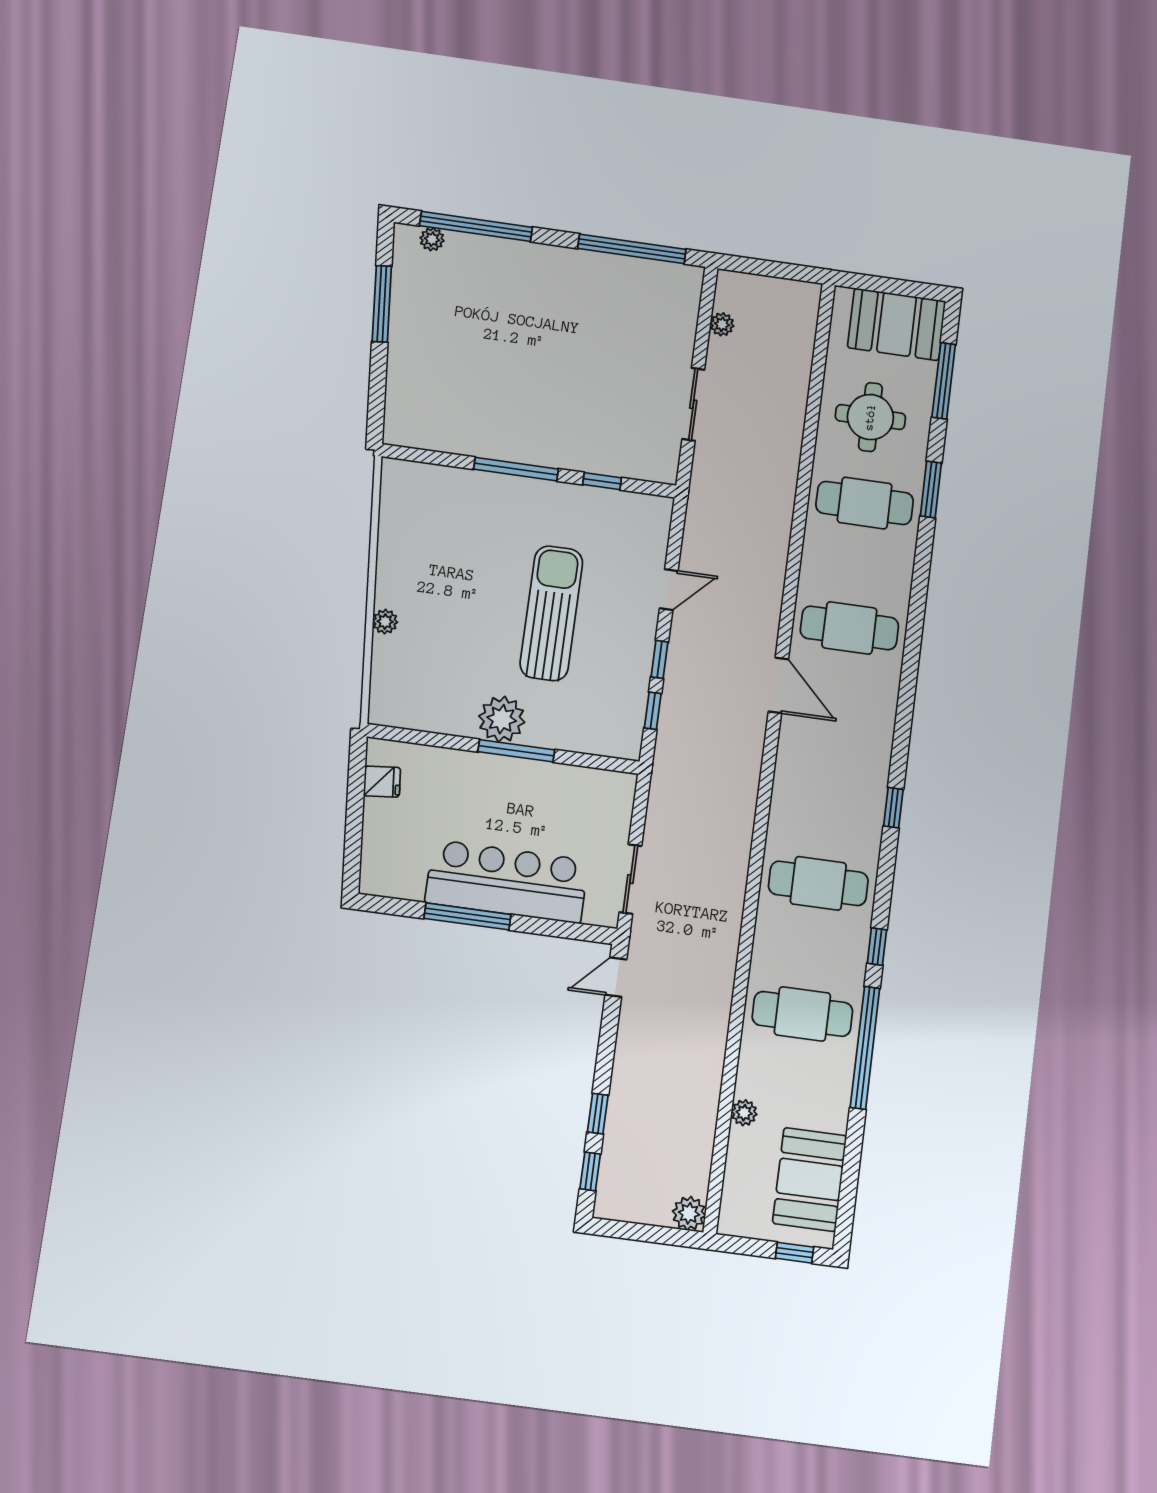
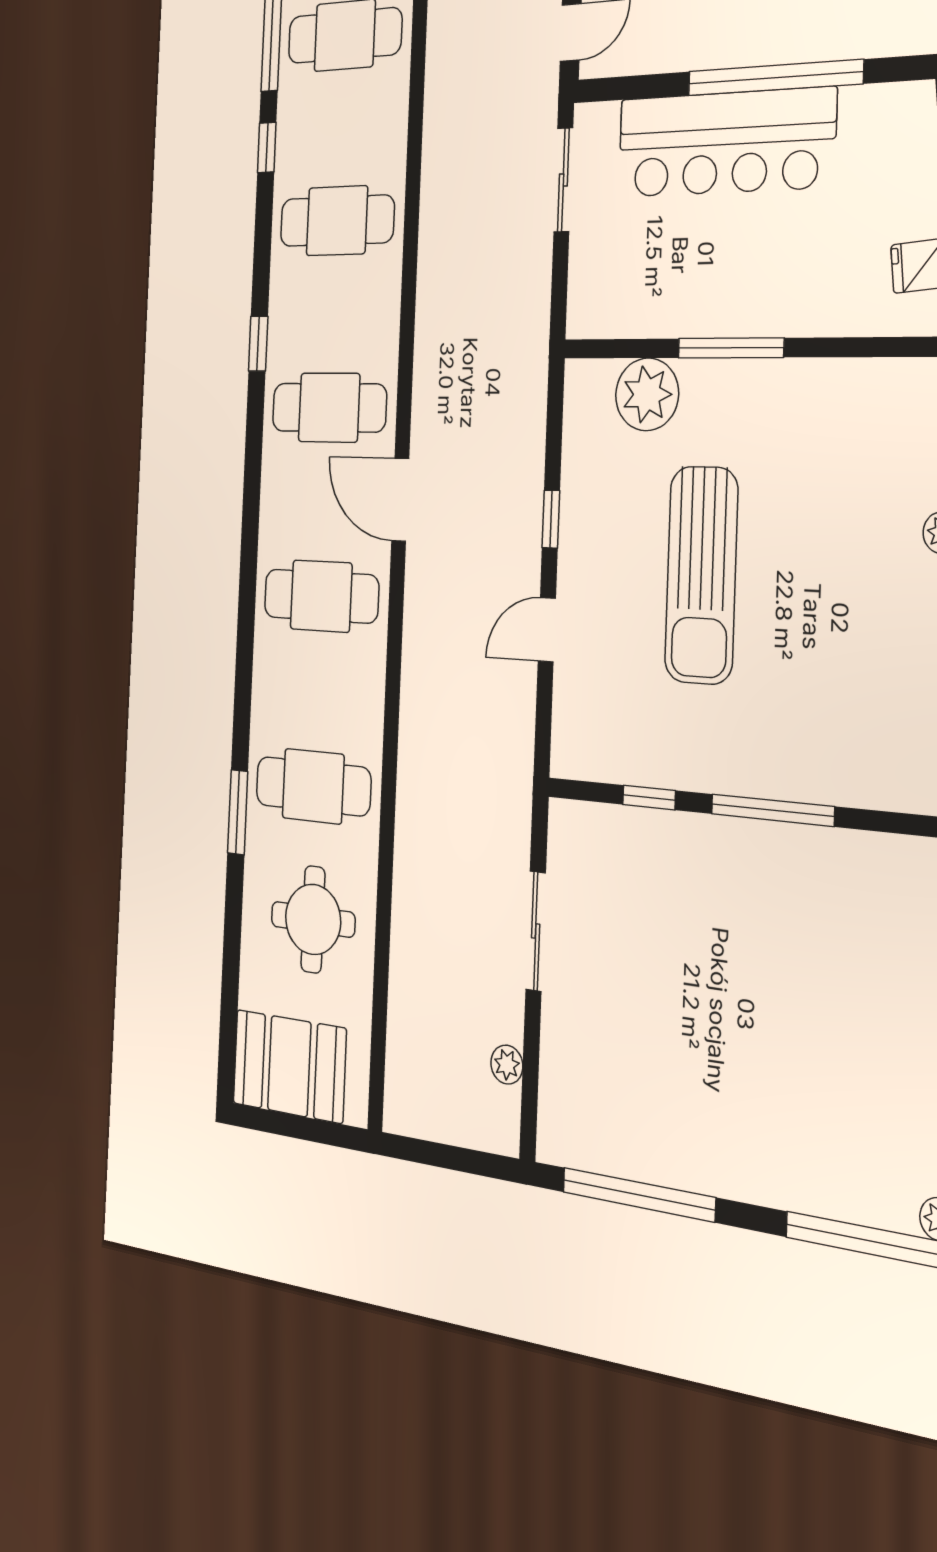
window: (944, 381) -> (230, 979), removed
window: (653, 711) -> (554, 439), removed
plant: (502, 719) -> (647, 394), moved
cafe table: (834, 755) -> (329, 408), added
window: (467, 916) -> (775, 78), width x1.46

